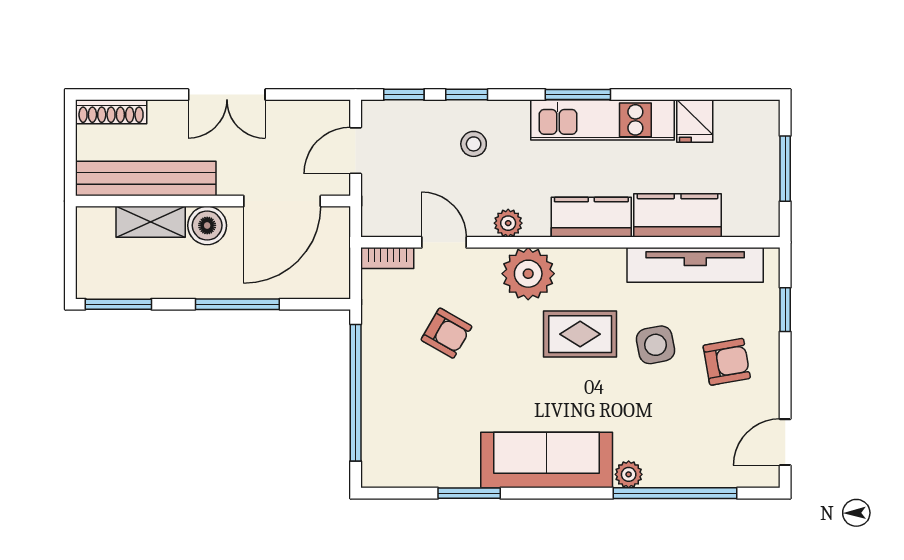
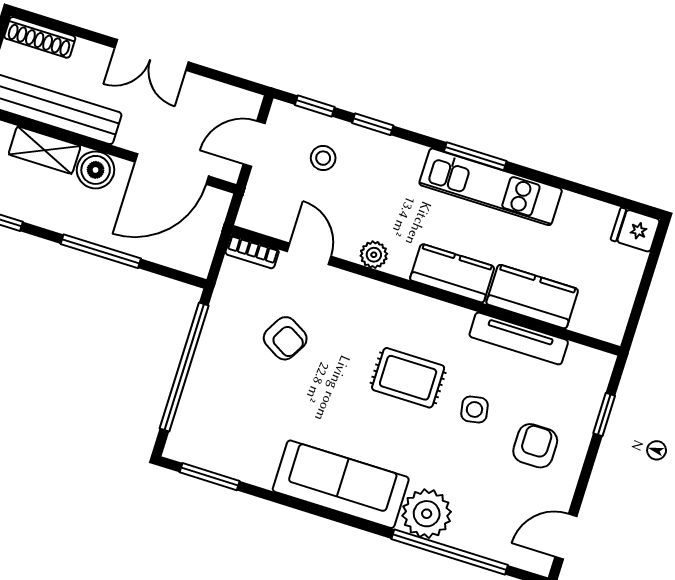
fridge: (695, 121) -> (635, 230), moved, turned 90
stool: (474, 144) -> (323, 158), moved
window: (785, 169) -> (645, 284), removed
tv unit: (695, 265) -> (519, 338), width x0.73, depth x0.78
plant: (528, 274) -> (378, 307), removed
side table: (655, 345) -> (474, 409), width x0.73, depth x0.73
armchair: (727, 362) -> (535, 446), turned -80
plant: (629, 474) -> (427, 514), width x1.88, depth x1.88
window: (469, 493) -> (210, 477), moved

